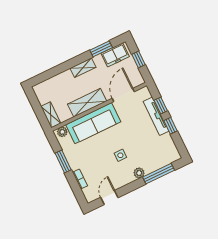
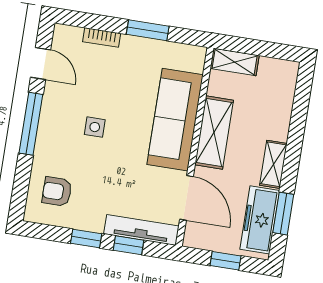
freezer: (115, 55) -> (260, 220), width x1.40
tv unit: (156, 116) -> (141, 230), moved
plant: (62, 132) -> (195, 61), removed
armchair: (159, 152) -> (57, 192), added
plant: (139, 173) -> (46, 137), removed
window: (159, 174) -> (31, 124), moved

